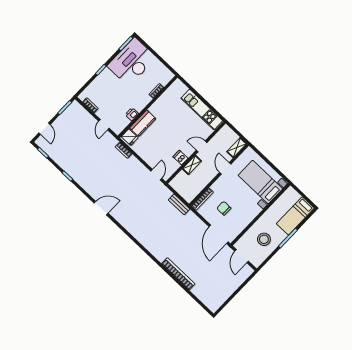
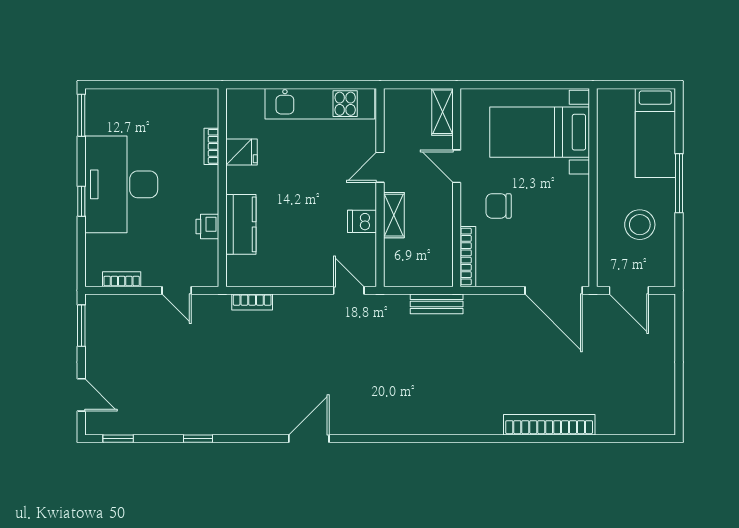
desk: (132, 62) -> (121, 184), moved
fridge: (130, 137) -> (242, 152), moved
chair: (224, 208) -> (499, 206), moved

